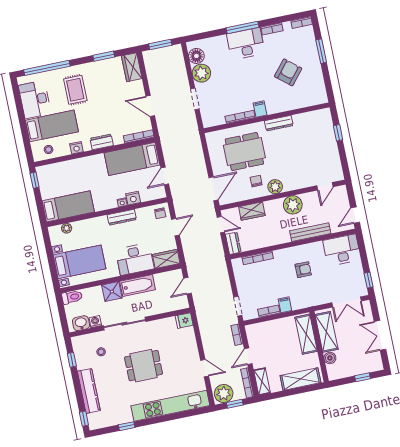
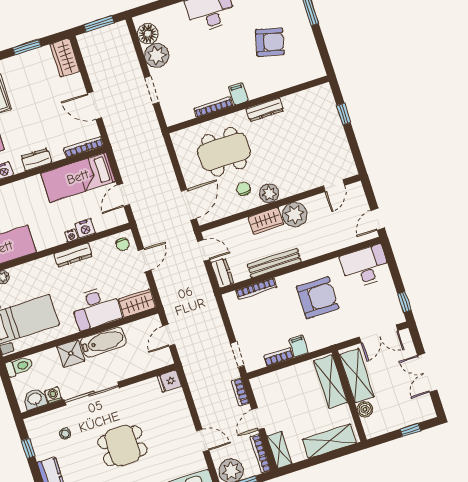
armchair: (288, 72) -> (270, 42), turned 64
wardrobe: (252, 211) -> (266, 221), moved
bench: (310, 232) -> (274, 263), moved
armchair: (303, 270) -> (318, 298), width x1.88, depth x1.88

